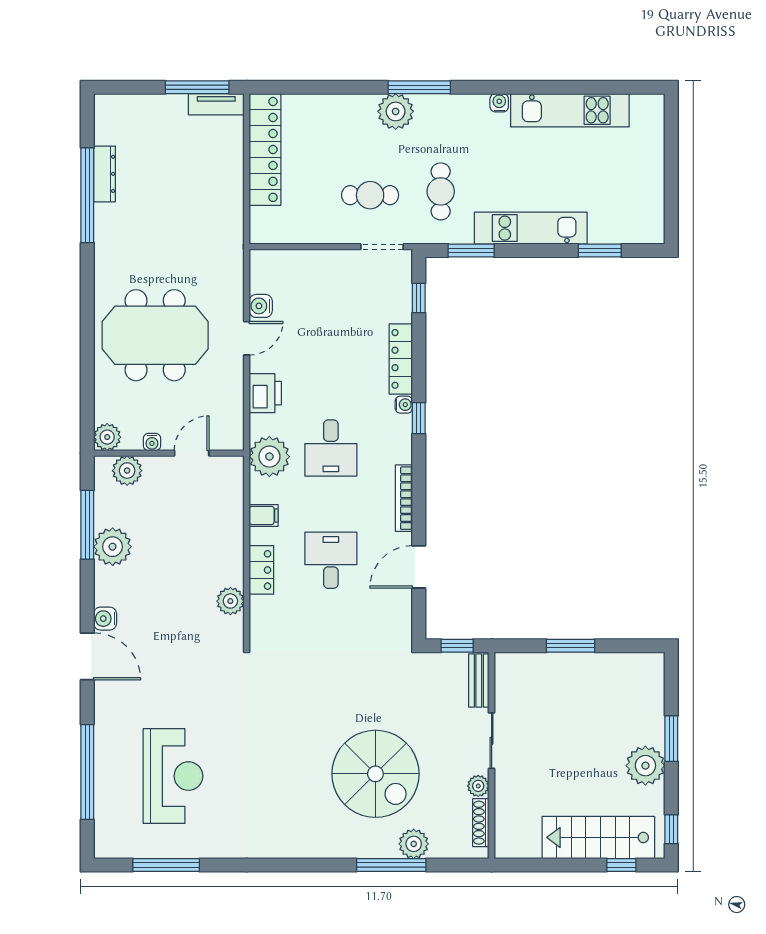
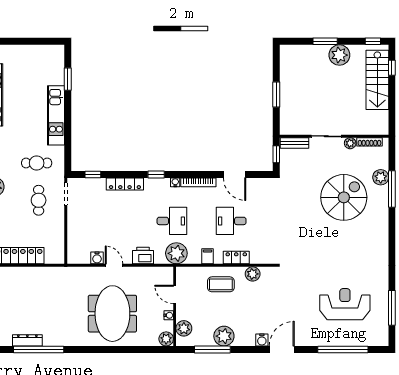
window: (471, 250) -> (68, 147), removed
water cooler: (404, 405) -> (175, 182), moved
coffee table: (211, 541) -> (221, 284), added

